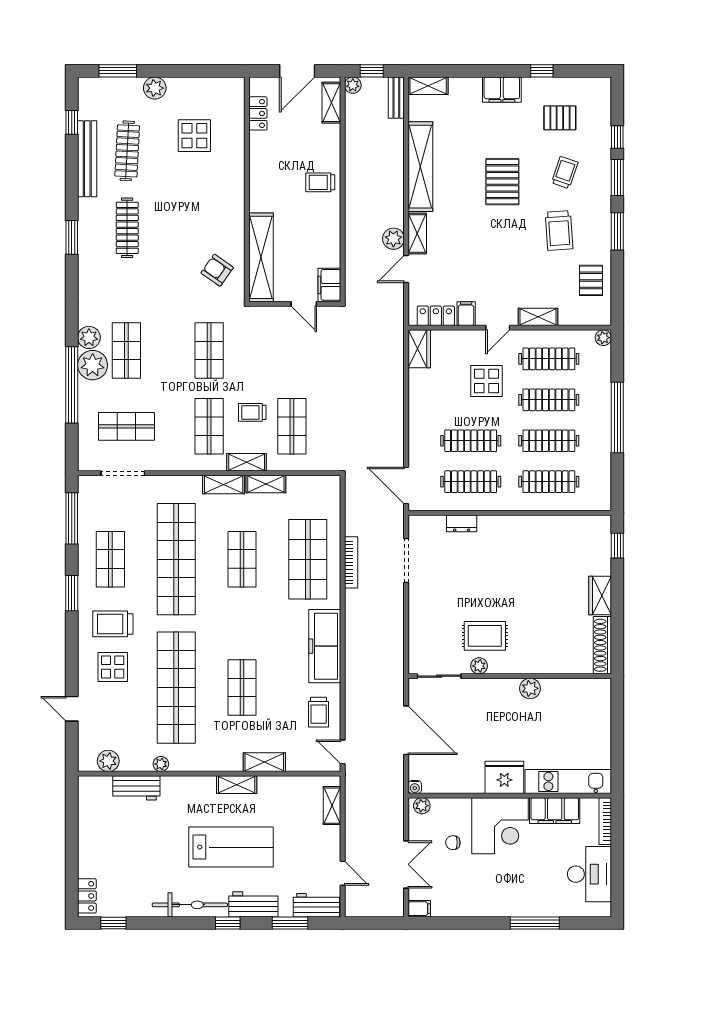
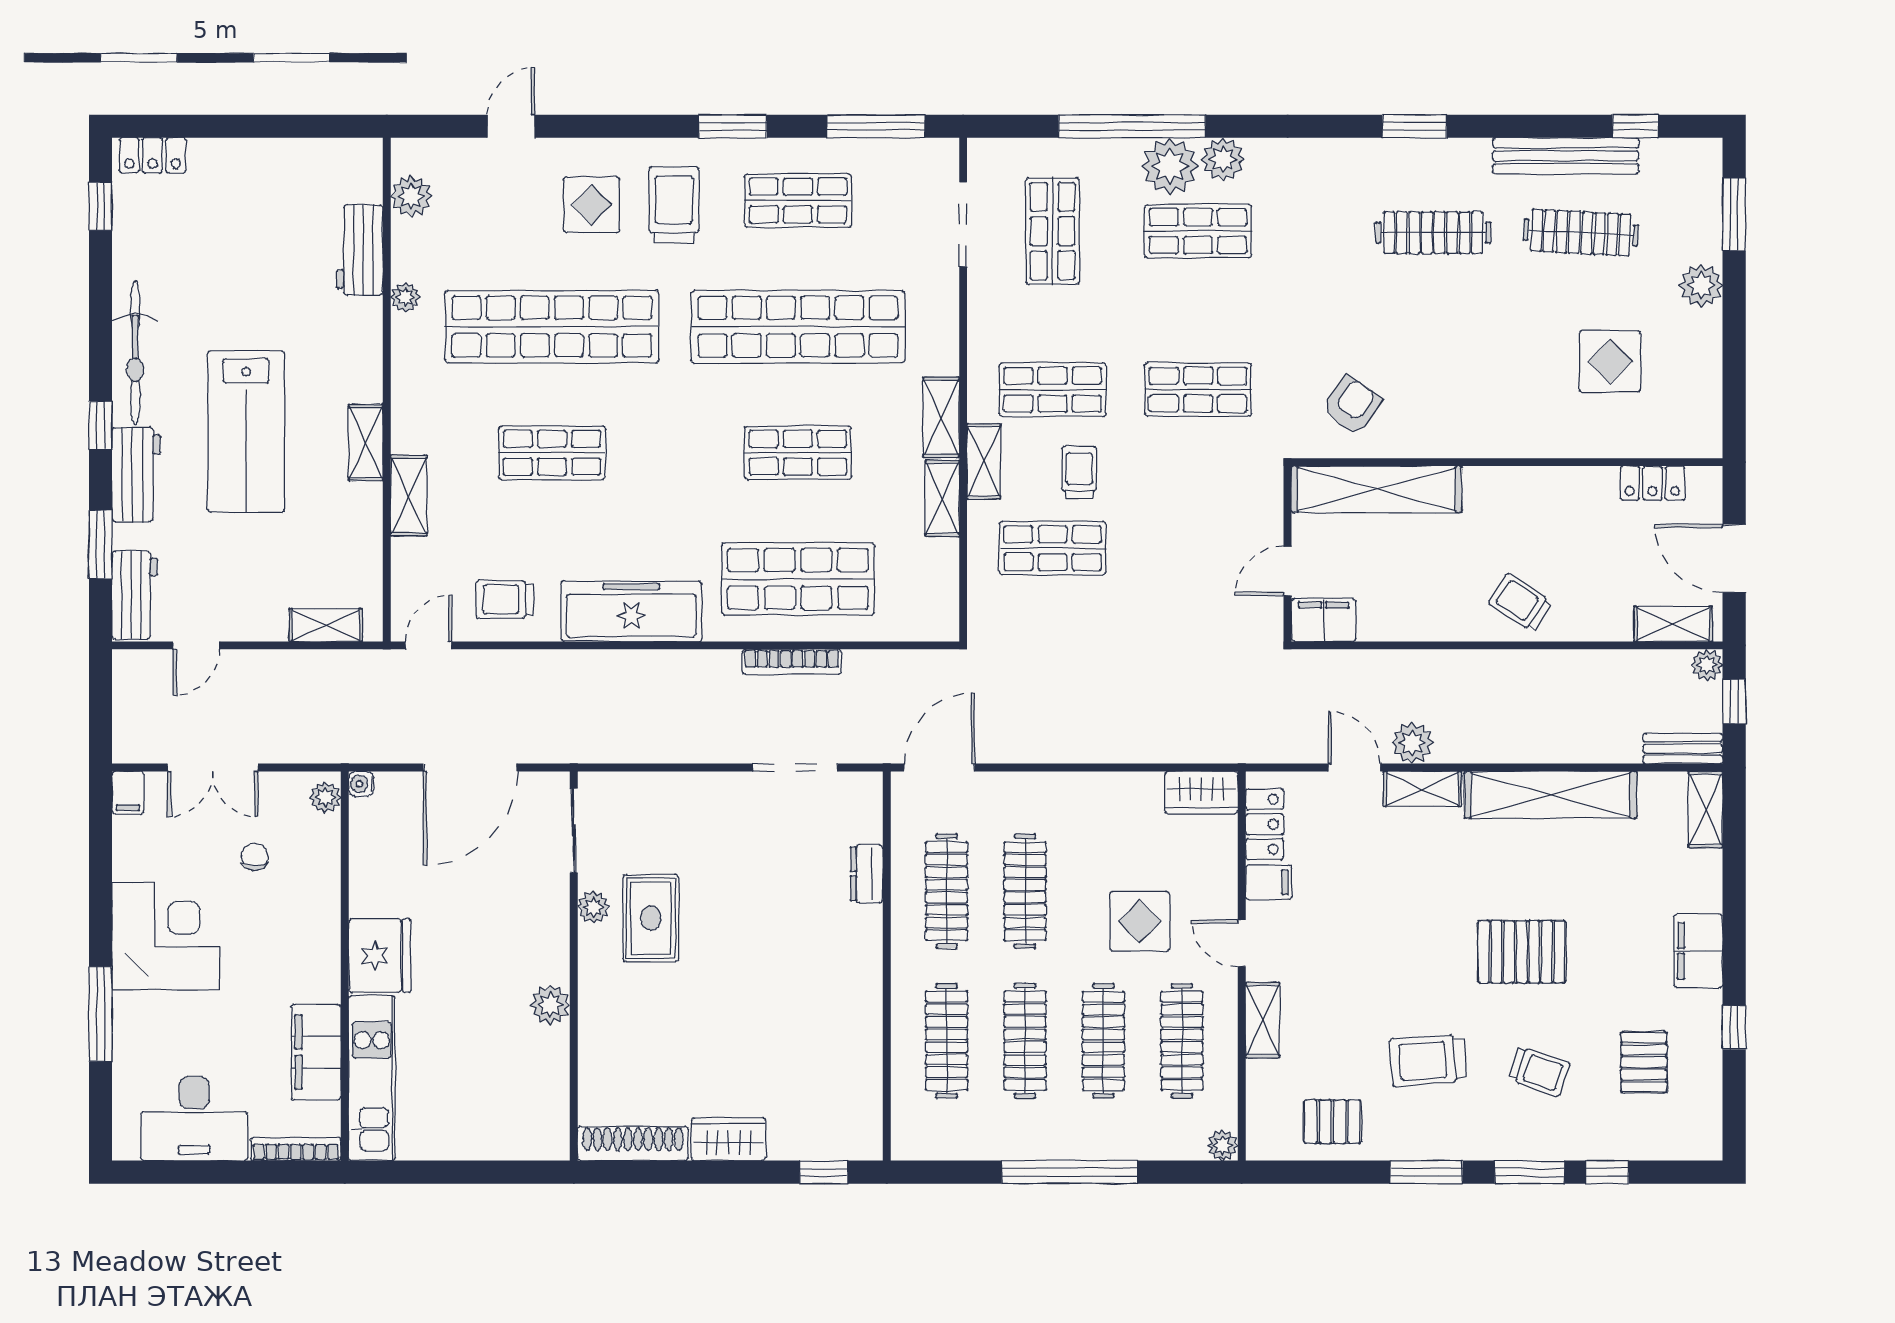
trolley: (320, 182) -> (1520, 603), turned -57
corner desk: (500, 826) -> (166, 936), moved, turned 180

